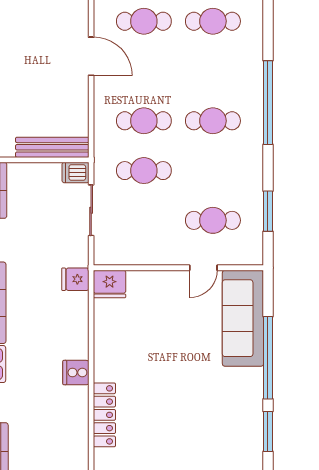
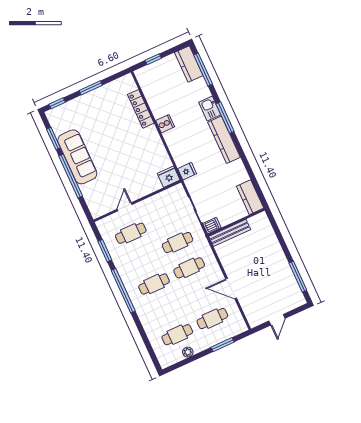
window: (268, 103) -> (123, 291), moved
sofa: (243, 318) -> (77, 157), moved

